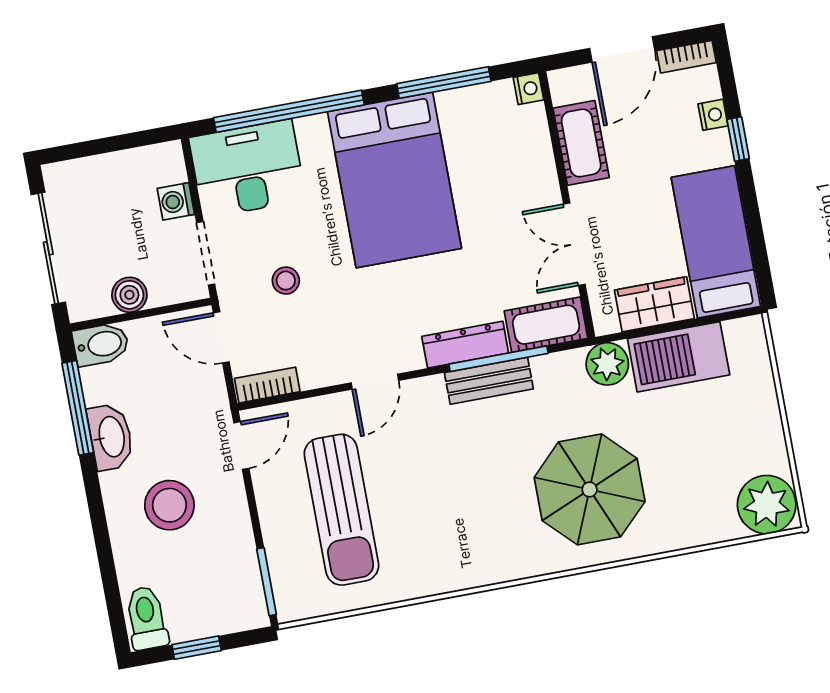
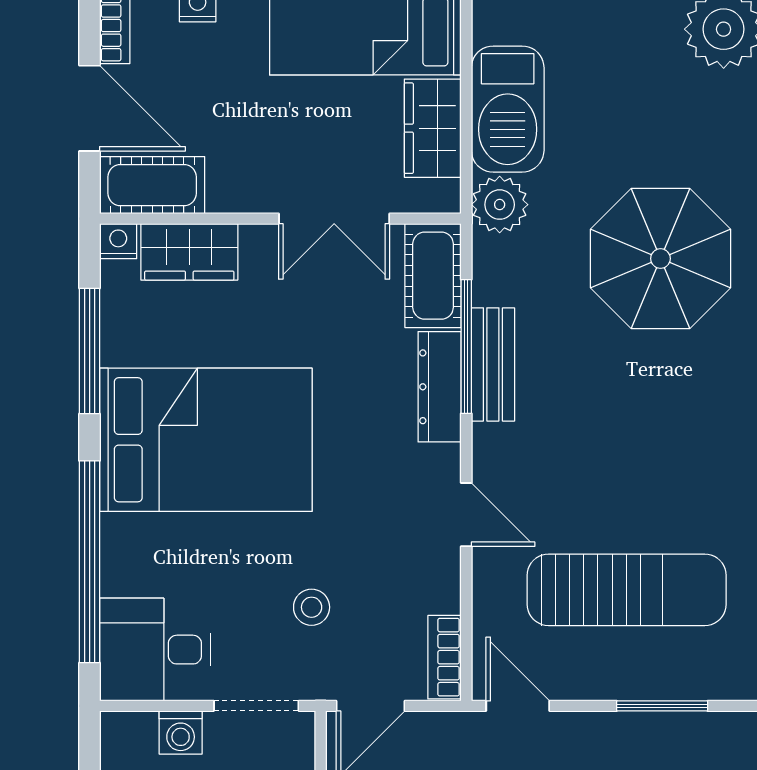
wardrobe: (530, 142) -> (189, 252), added
cot: (581, 143) -> (152, 185), moved
desk: (247, 169) -> (155, 650), width x0.73
window: (267, 582) -> (662, 706), moved

